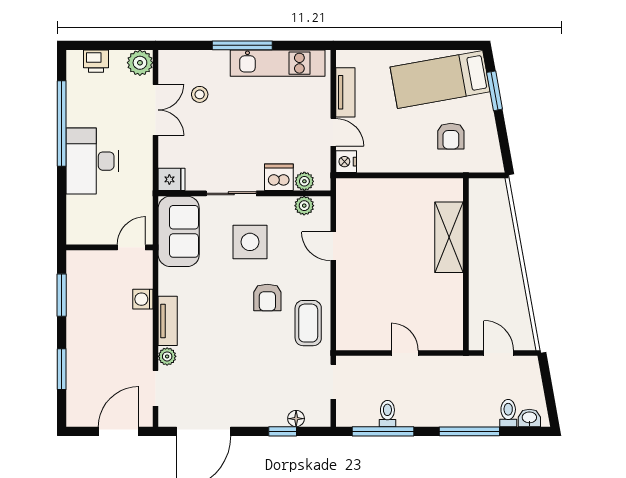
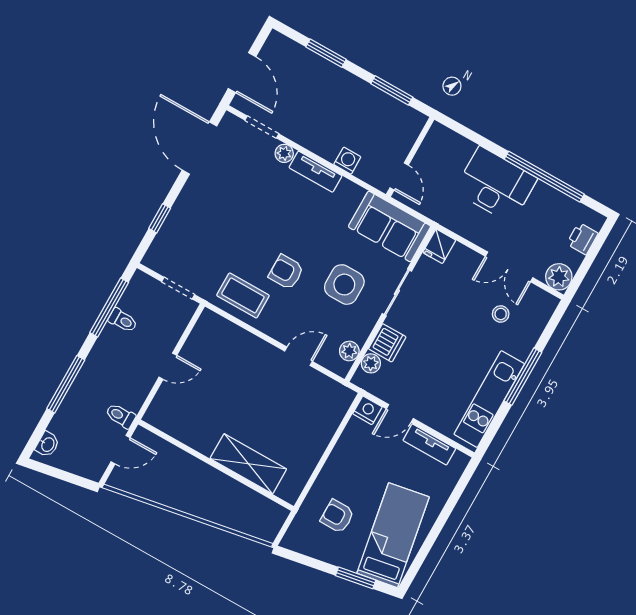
toilet: (508, 413) -> (121, 416), moved, turned 180
floor lamp: (296, 419) -> (164, 237), removed

